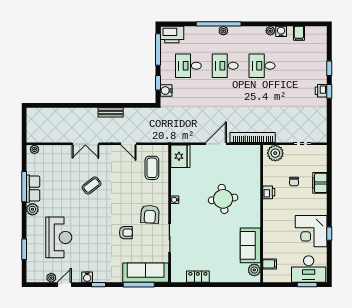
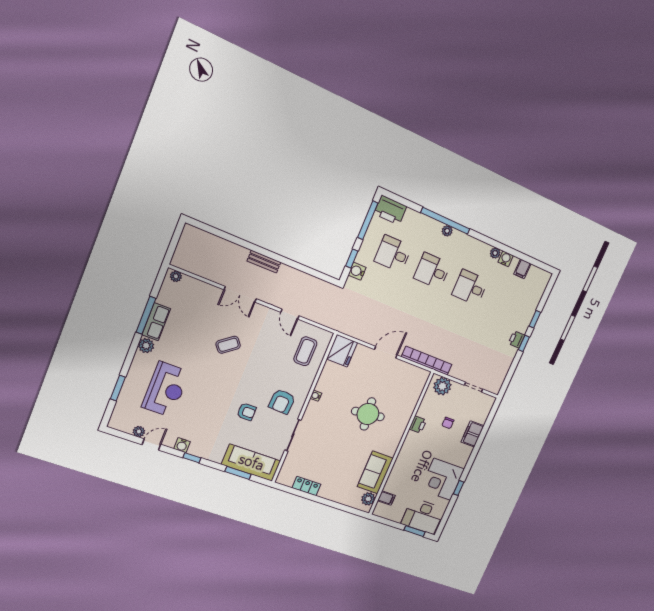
bench: (111, 112) -> (264, 262), moved
window: (139, 285) -> (238, 473), width x0.69

